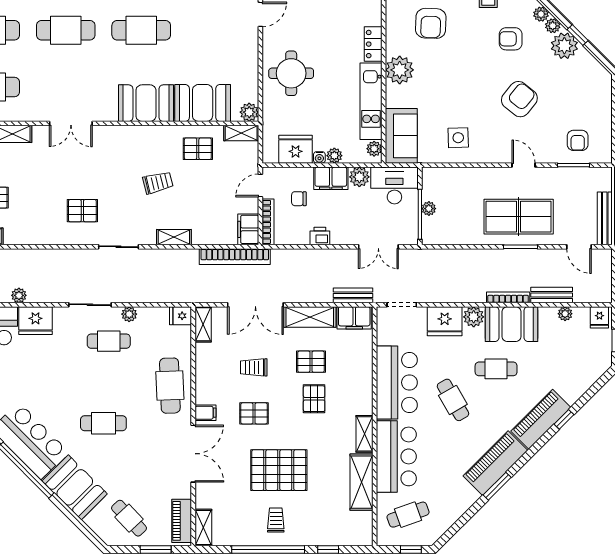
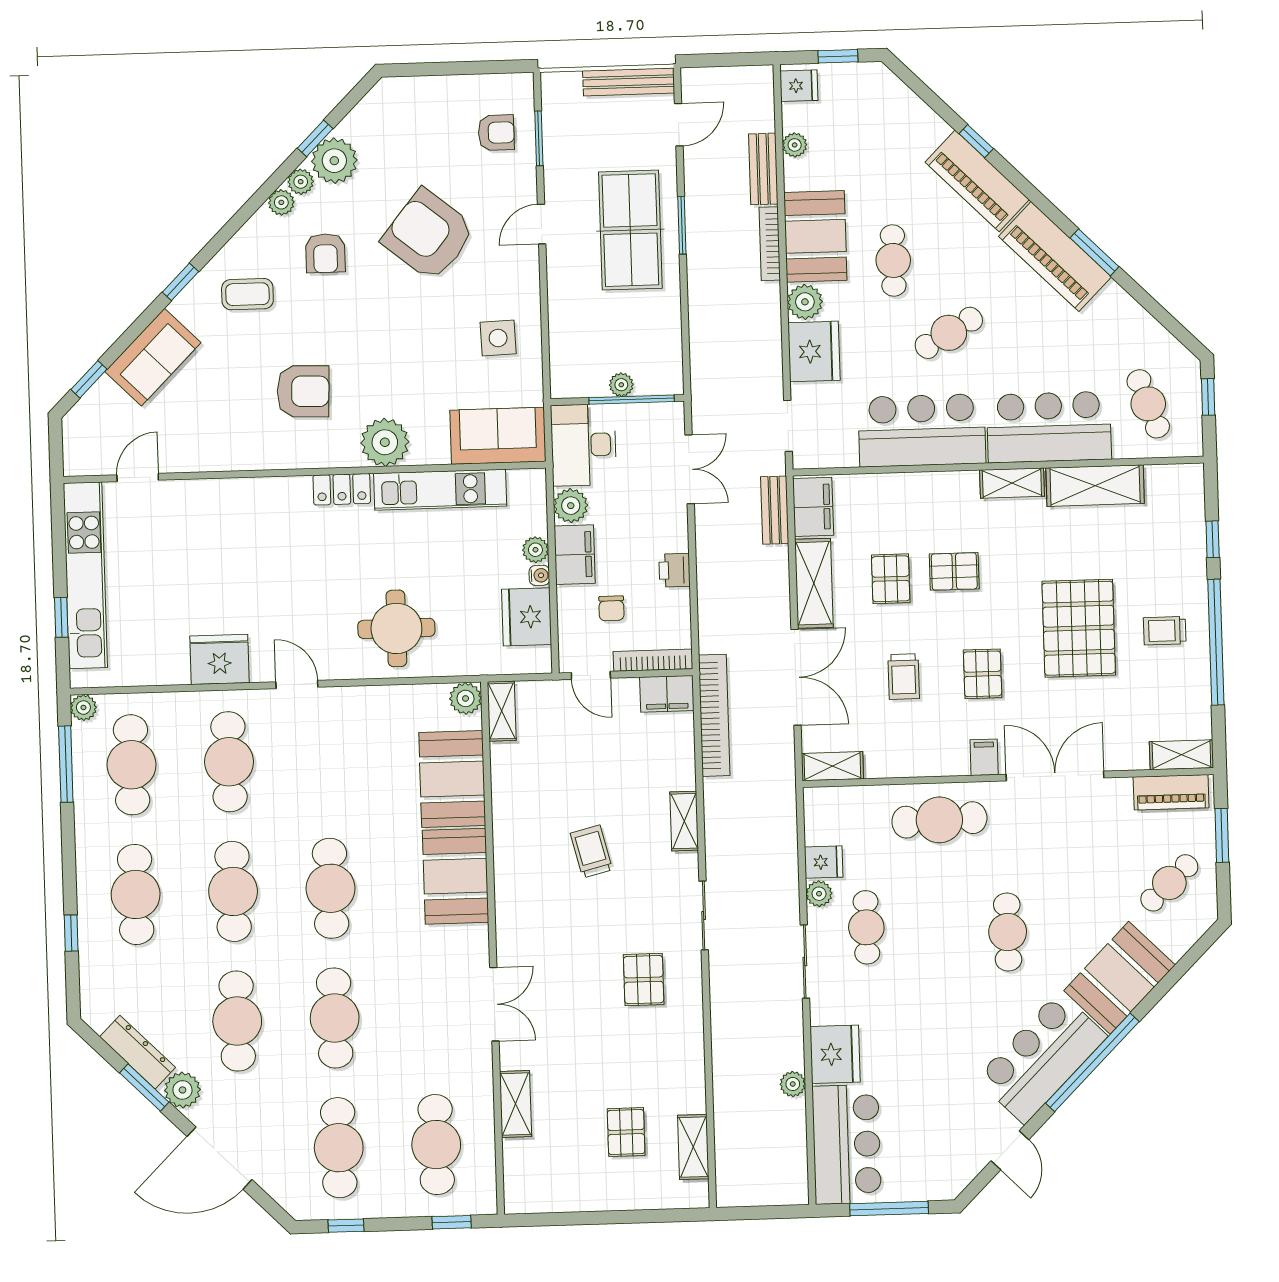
armchair: (519, 99) -> (428, 235), width x1.36, depth x1.36
pallet: (198, 149) -> (531, 785), removed
plant: (374, 149) -> (521, 482), removed
fridge: (180, 316) -> (824, 862), moved, turned -90

